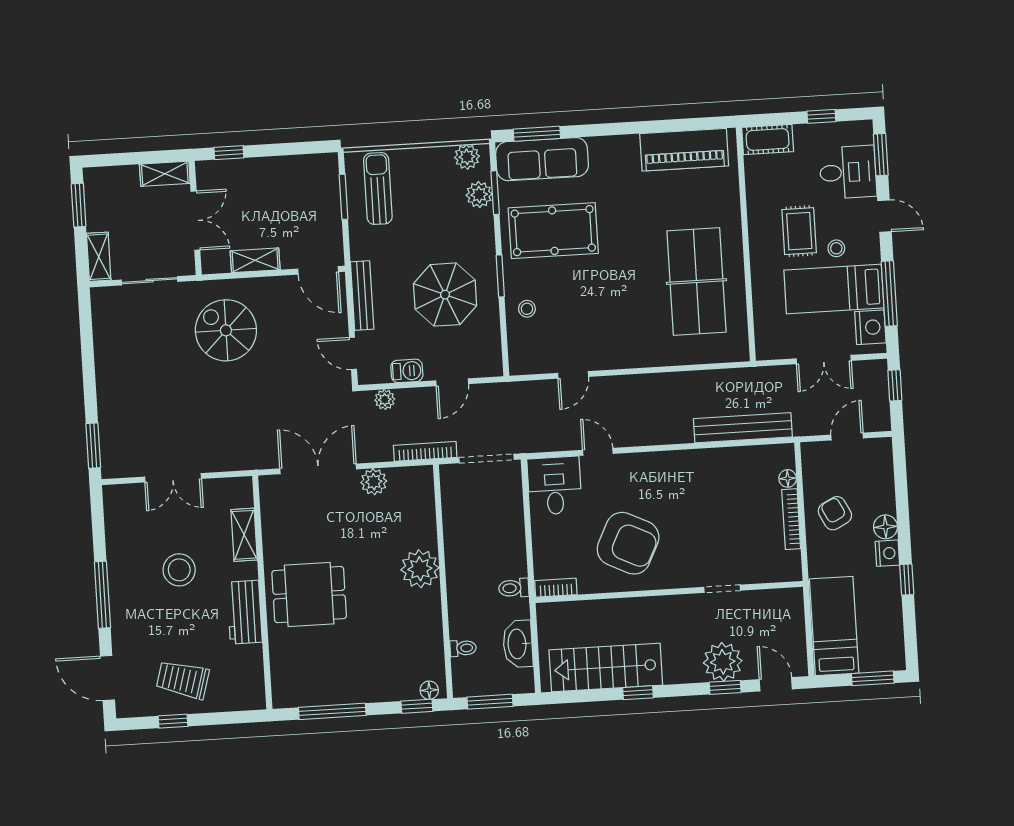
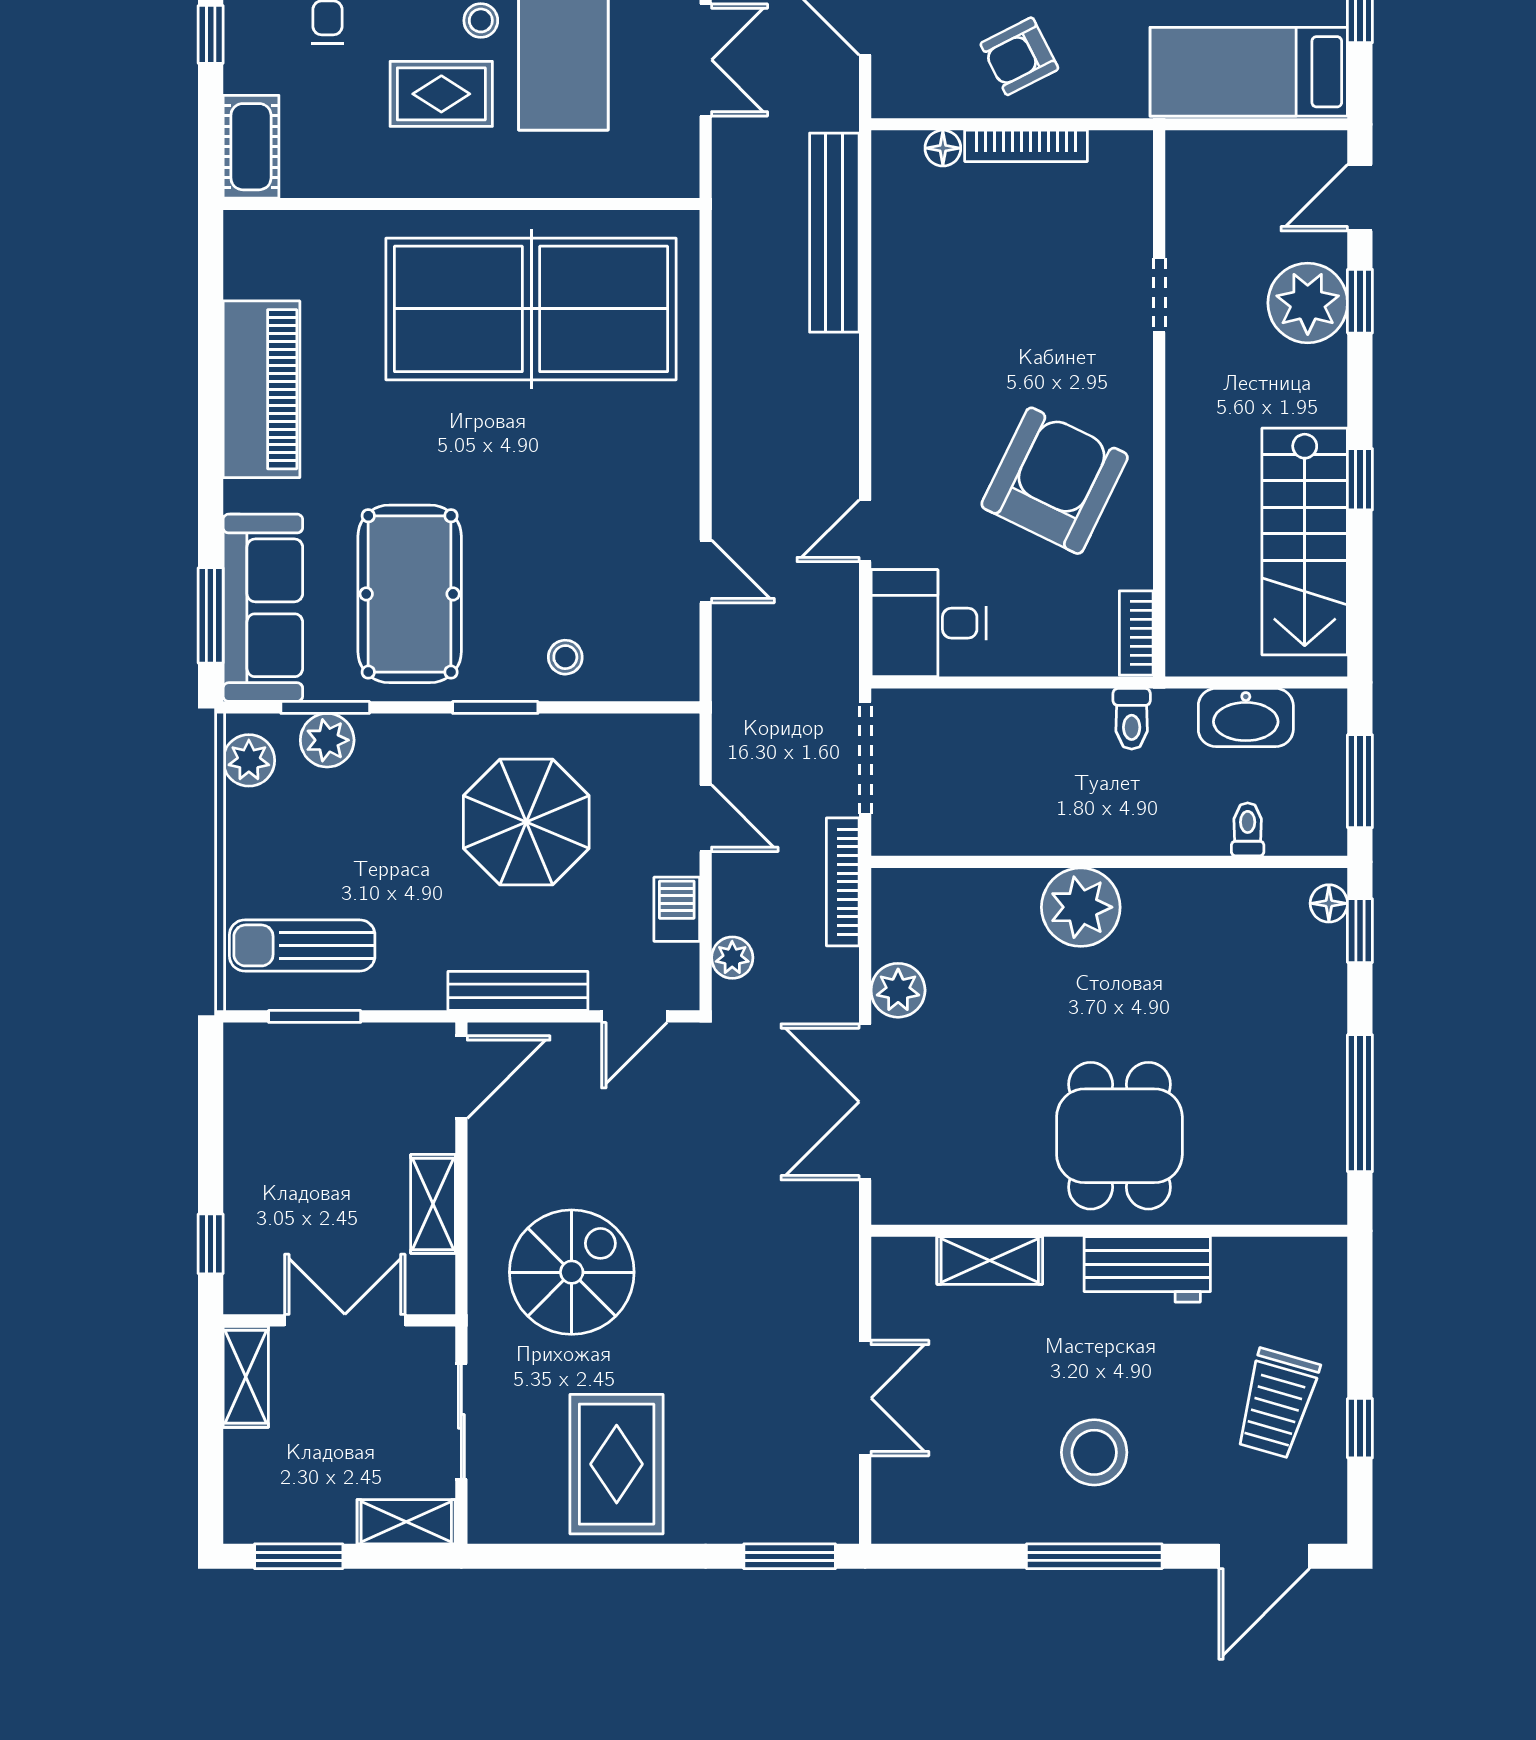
piano: (684, 150) -> (261, 389), moved
table tennis table: (696, 282) -> (531, 309), width x1.36, depth x1.32
spiral stairs: (226, 330) -> (572, 1272), turned 180
rug: (133, 358) -> (617, 1464), added
stool: (179, 570) -> (1094, 1452), moved

